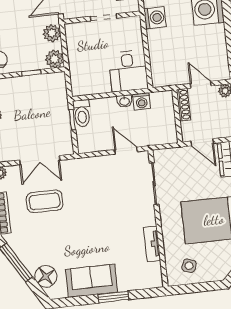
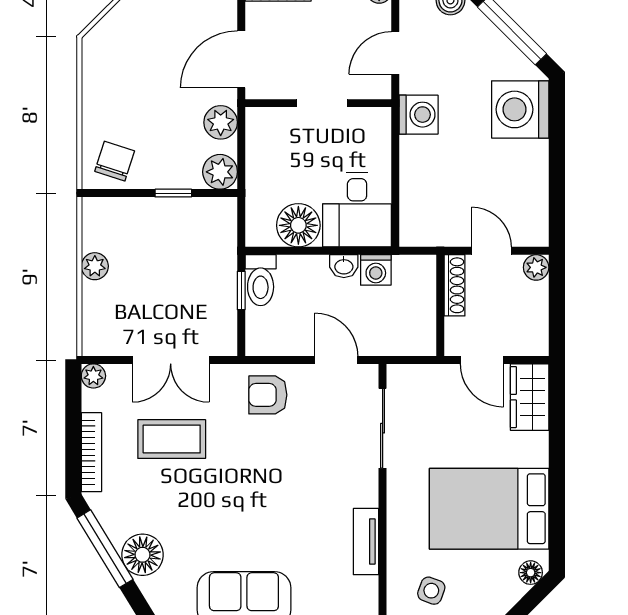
floor lamp: (98, 82) -> (298, 225), added
armchair: (92, 173) -> (268, 395), added
floor lamp: (46, 276) -> (143, 555), moved

